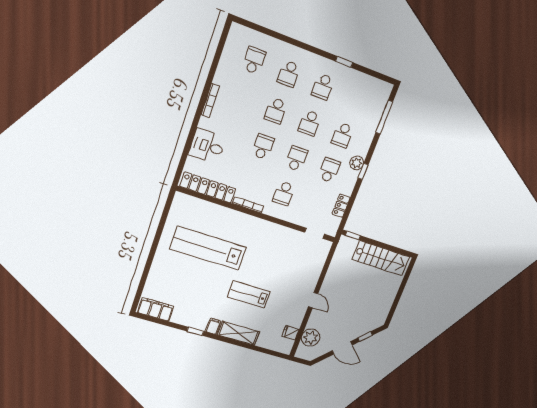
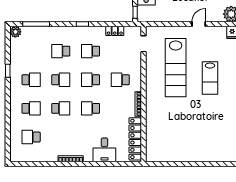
school desk: (342, 135) -> (61, 51), turned 180
plant: (357, 163) -> (15, 32), moved
school desk: (284, 193) -> (120, 80), turned 180
lab bench: (208, 248) -> (176, 68), moved

